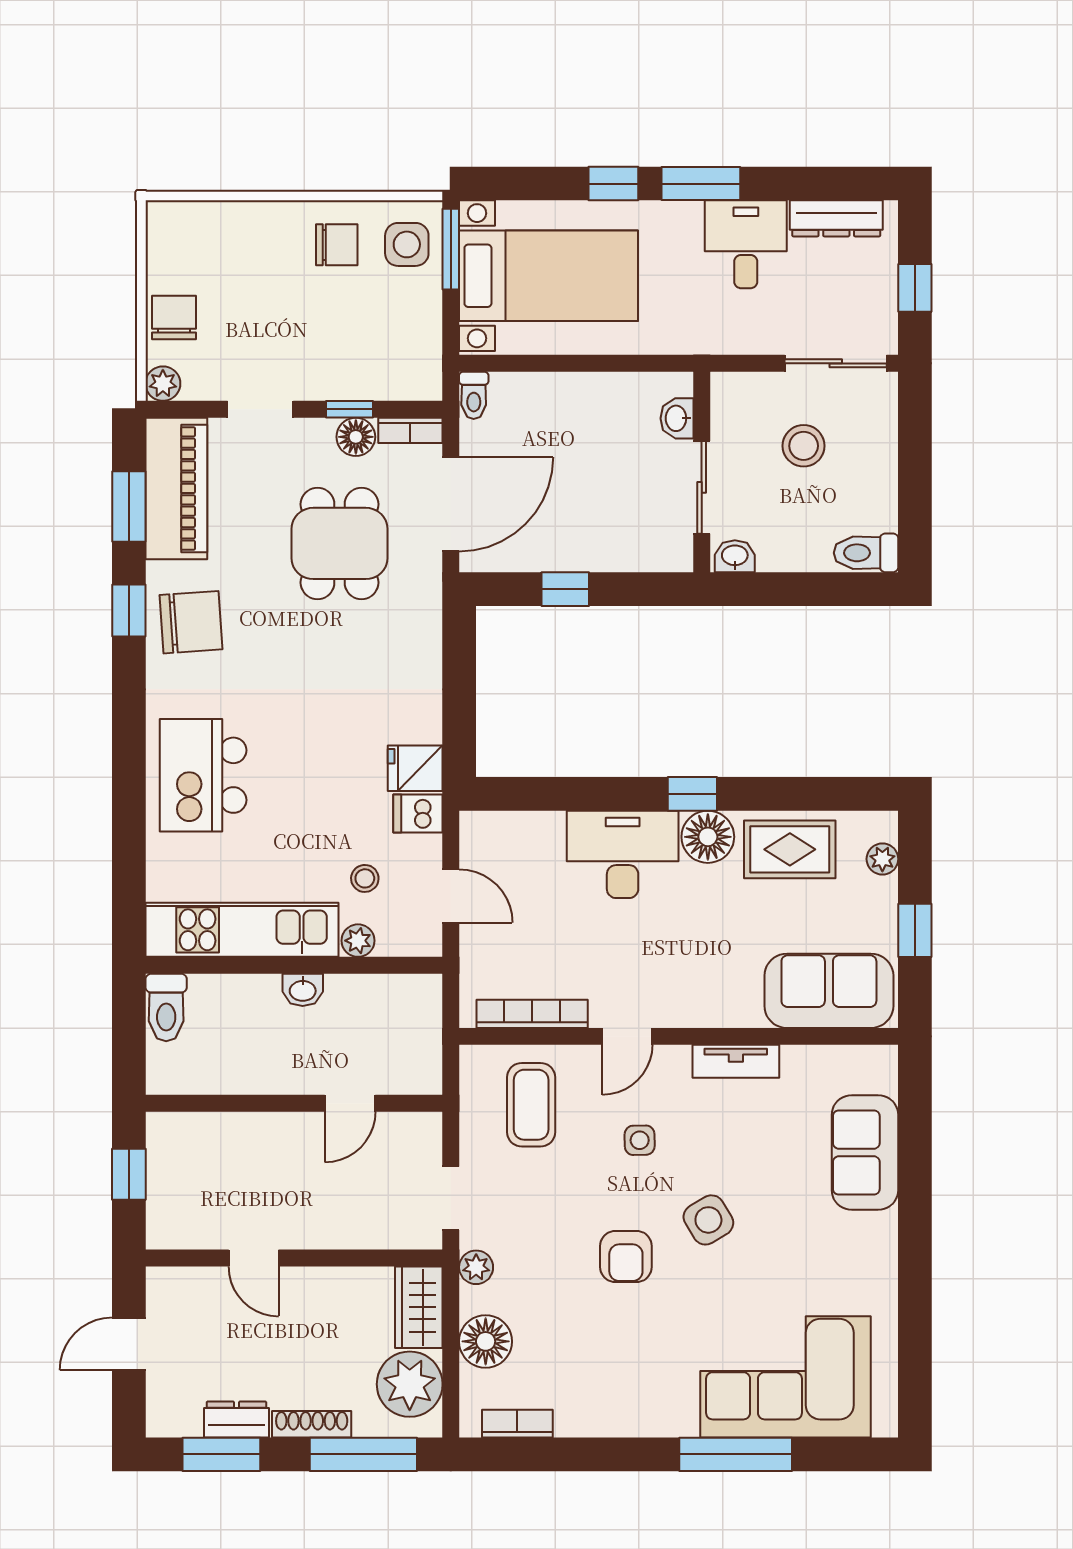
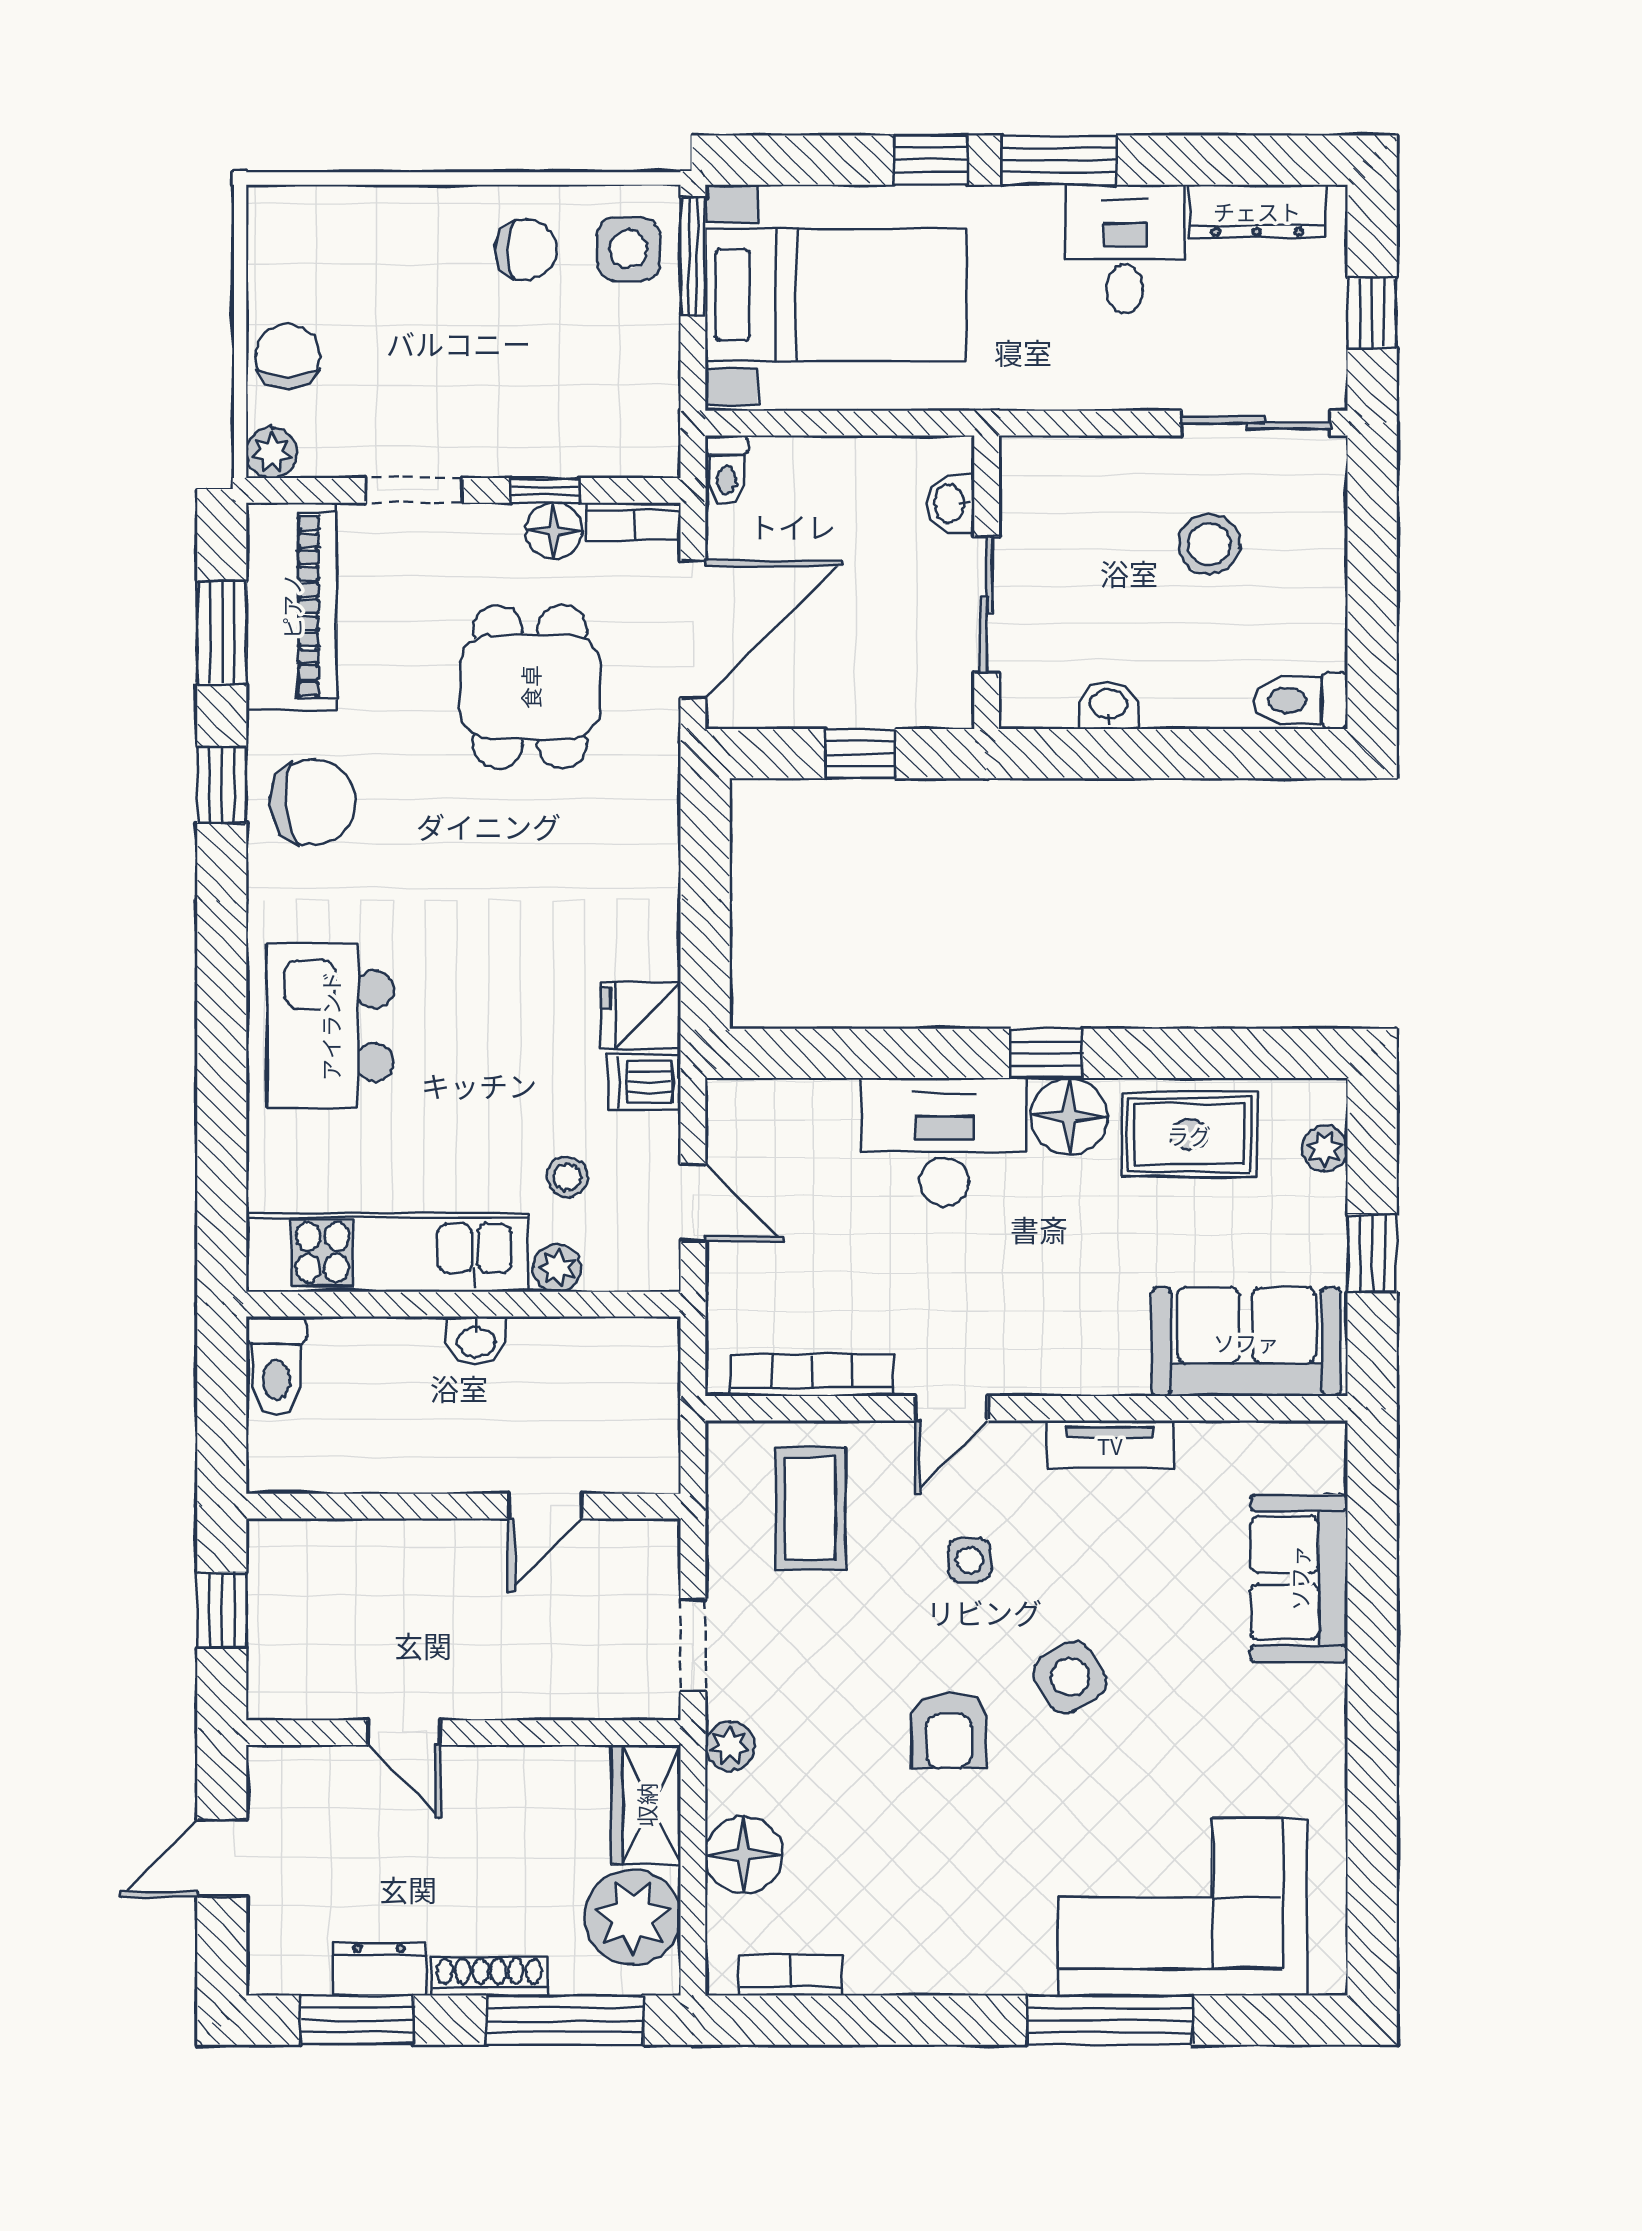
washbasin: (677, 418) -> (950, 504), moved
wall: (702, 472) -> (987, 582), moved
sliding door: (702, 487) -> (987, 605), moved

